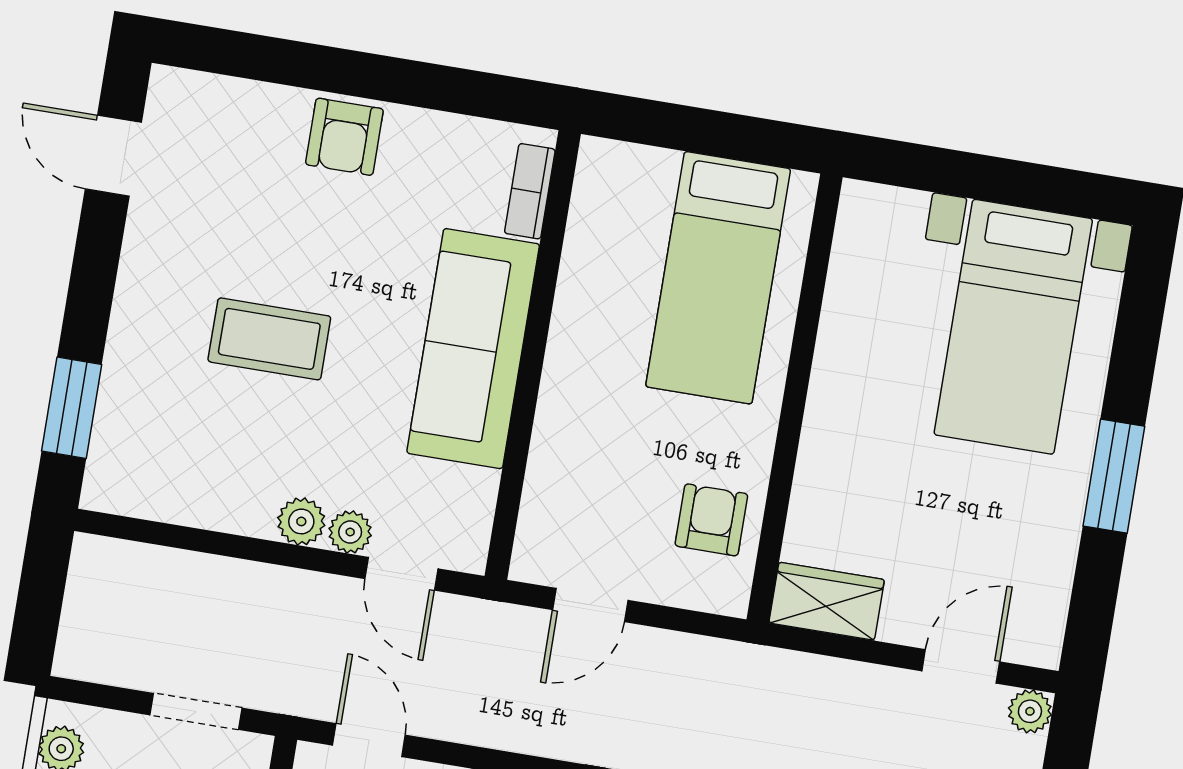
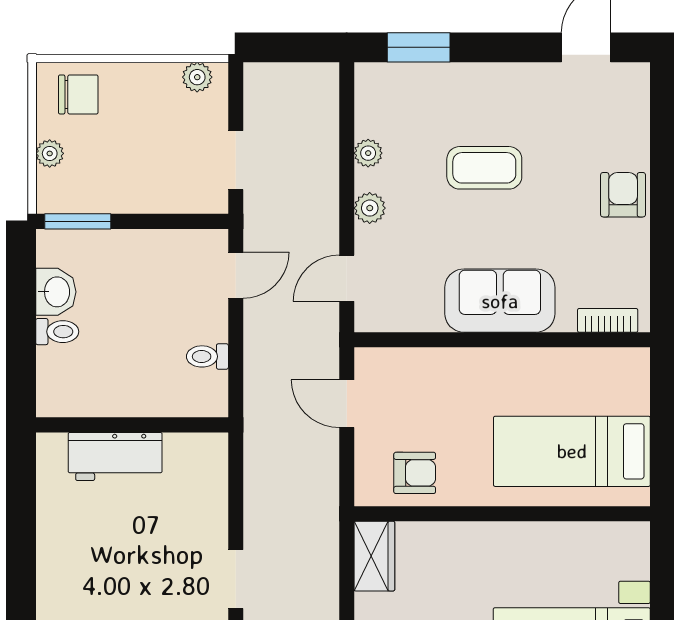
armchair: (344, 137) -> (623, 195), turned 90
coffee table: (269, 339) -> (484, 168), turned 90
sofa: (473, 349) -> (500, 301), width x0.73
plant: (350, 532) -> (368, 153), moved

